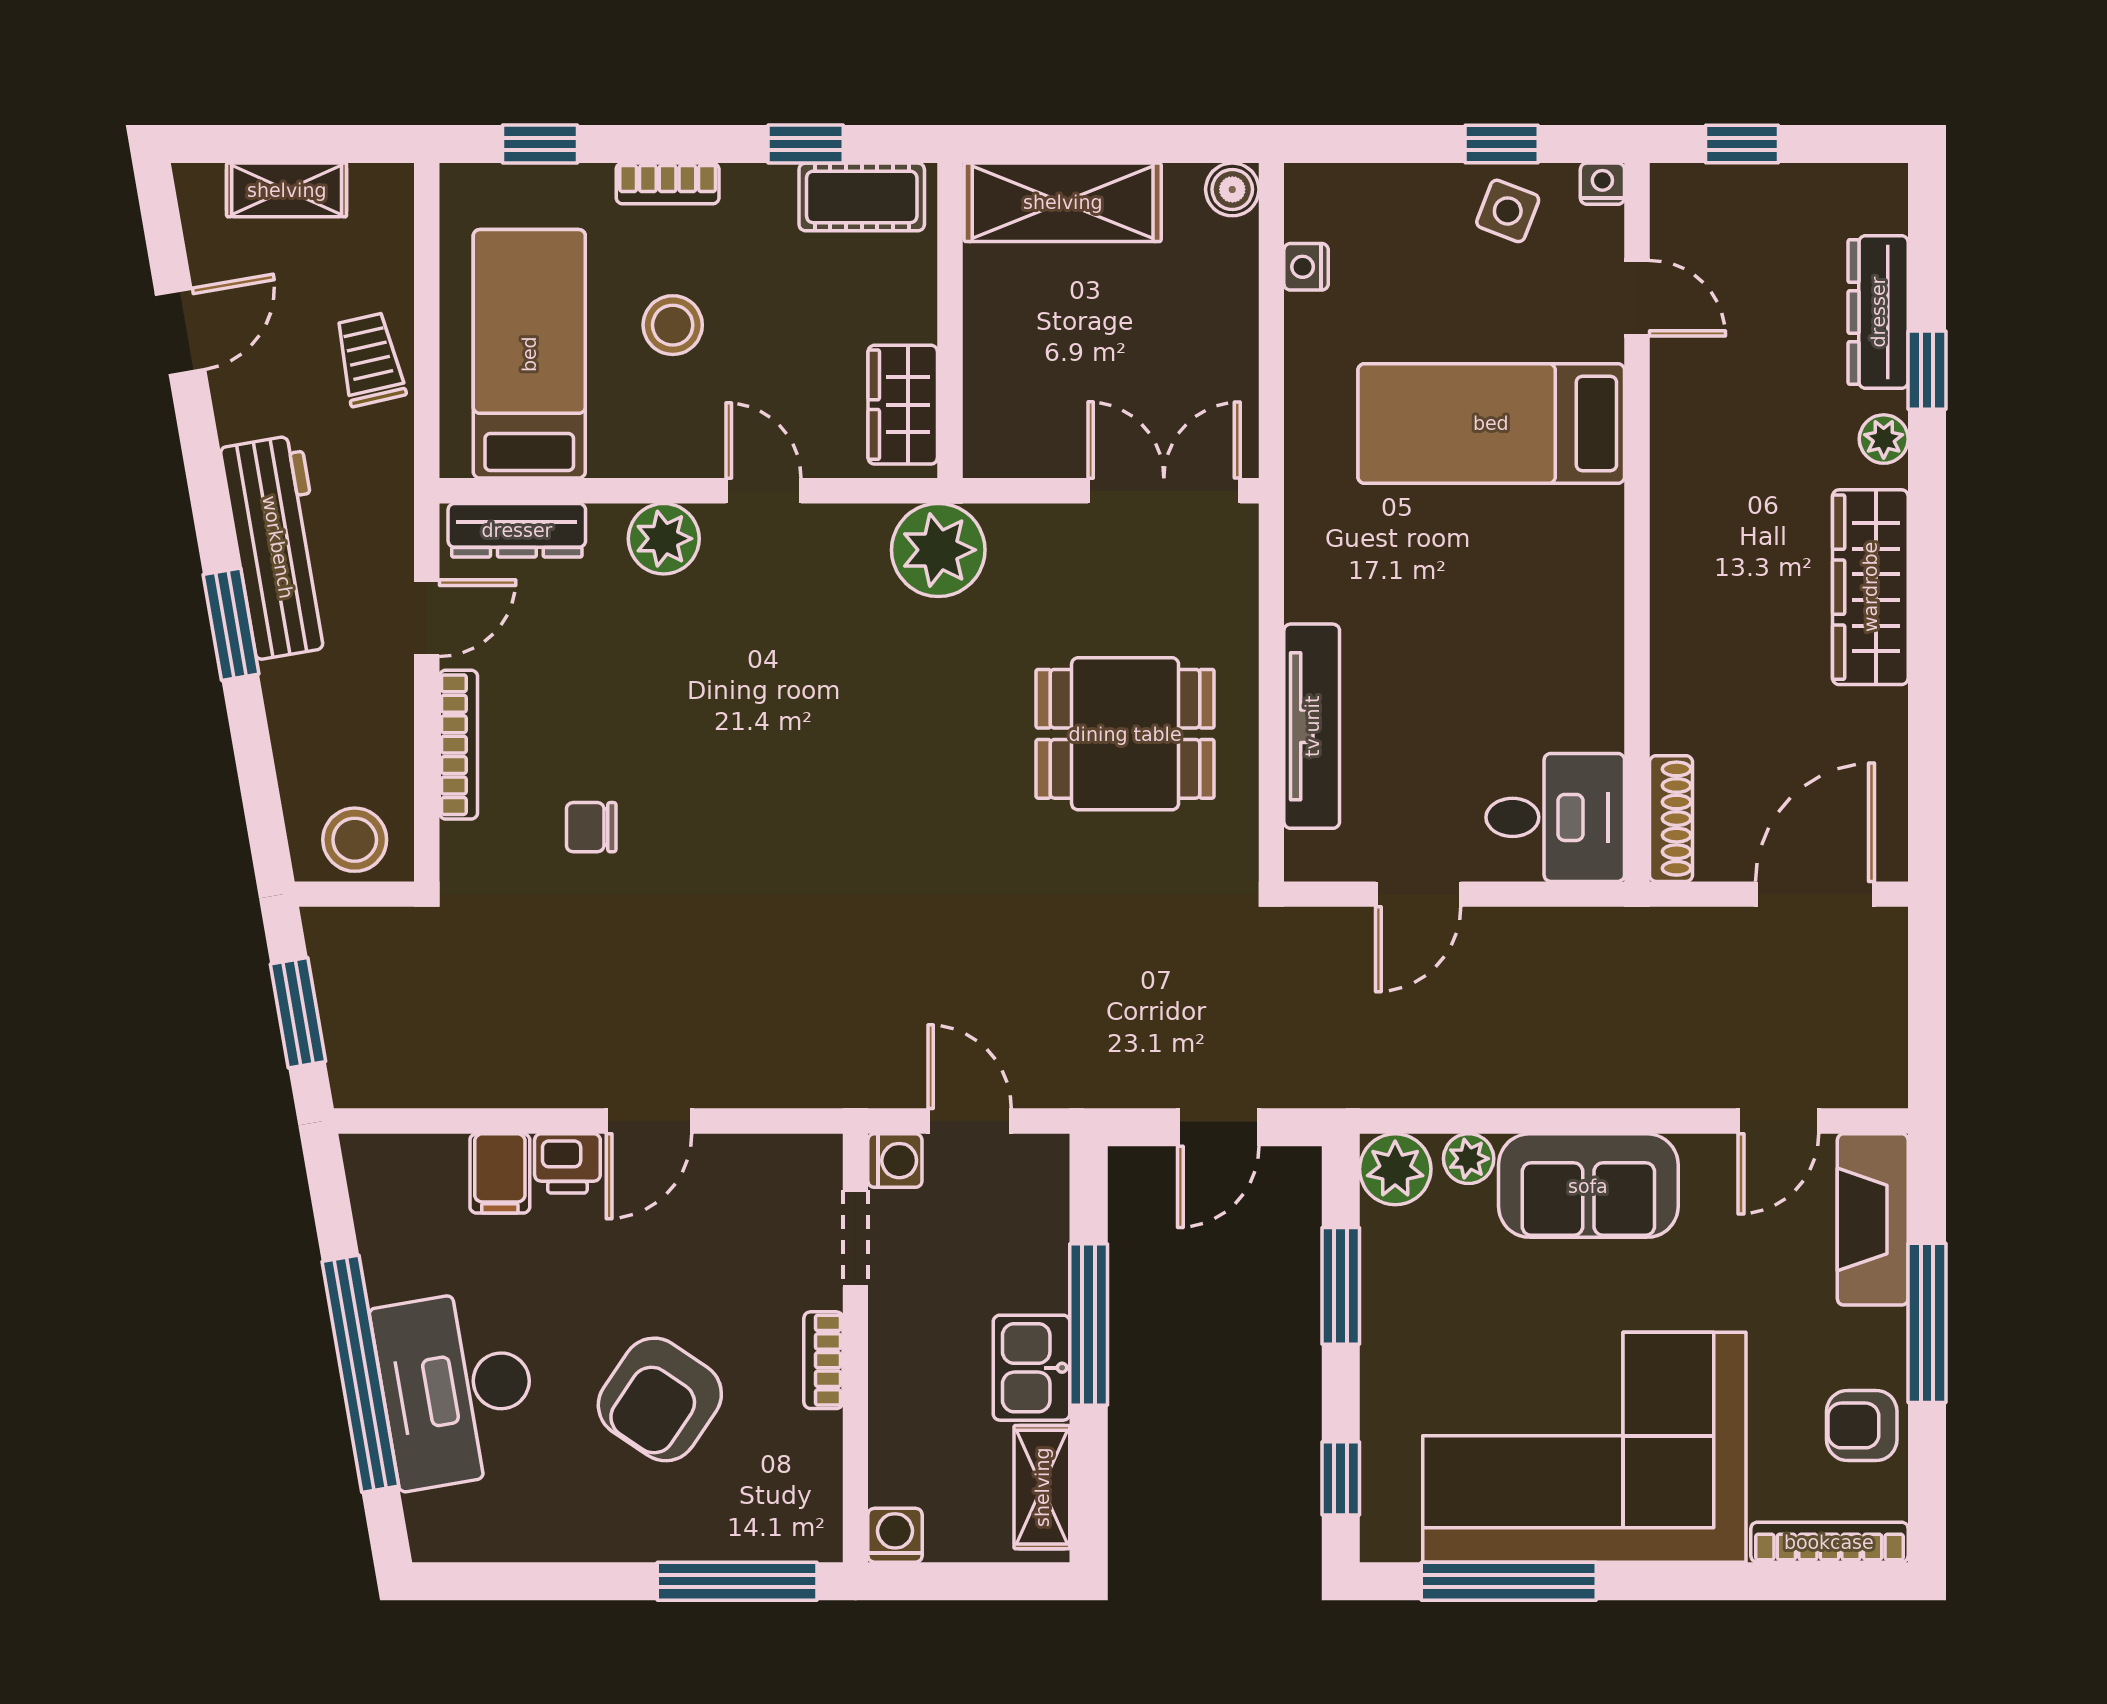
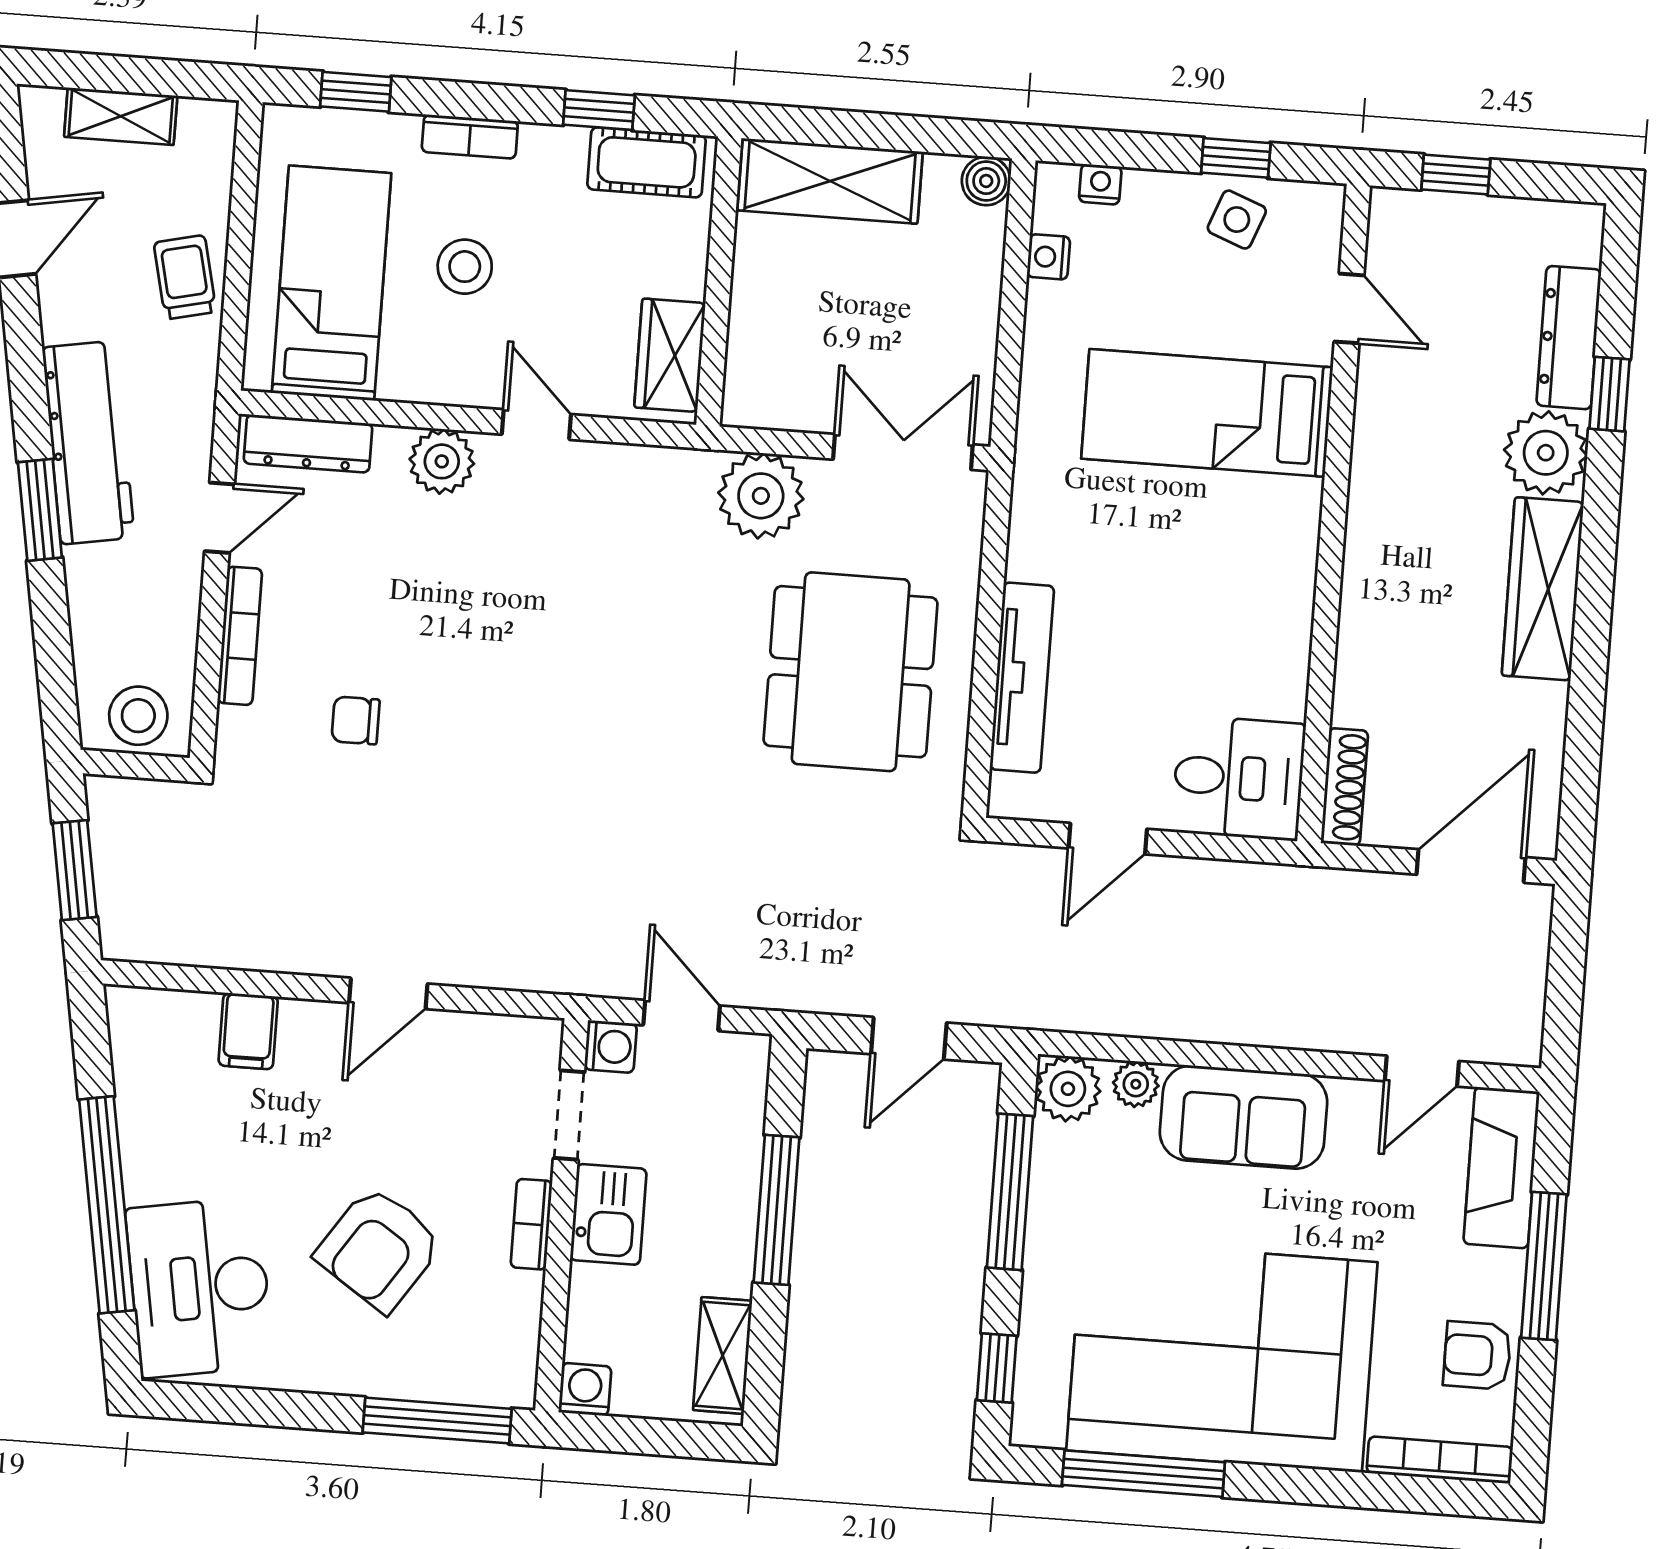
nightstand: (1602, 184) -> (1100, 184), moved
plant: (1884, 439) -> (1546, 453), width x1.87, depth x1.87
plant: (938, 550) -> (761, 496), moved
dining table: (1125, 734) -> (851, 672), width x1.38
printer: (567, 1163) -> (311, 1027), removed
window: (1341, 1286) -> (1010, 1192), width x1.44
kitchen sink: (1032, 1368) -> (608, 1214), moved, turned 180
desk: (456, 1389) -> (200, 1287), moved

